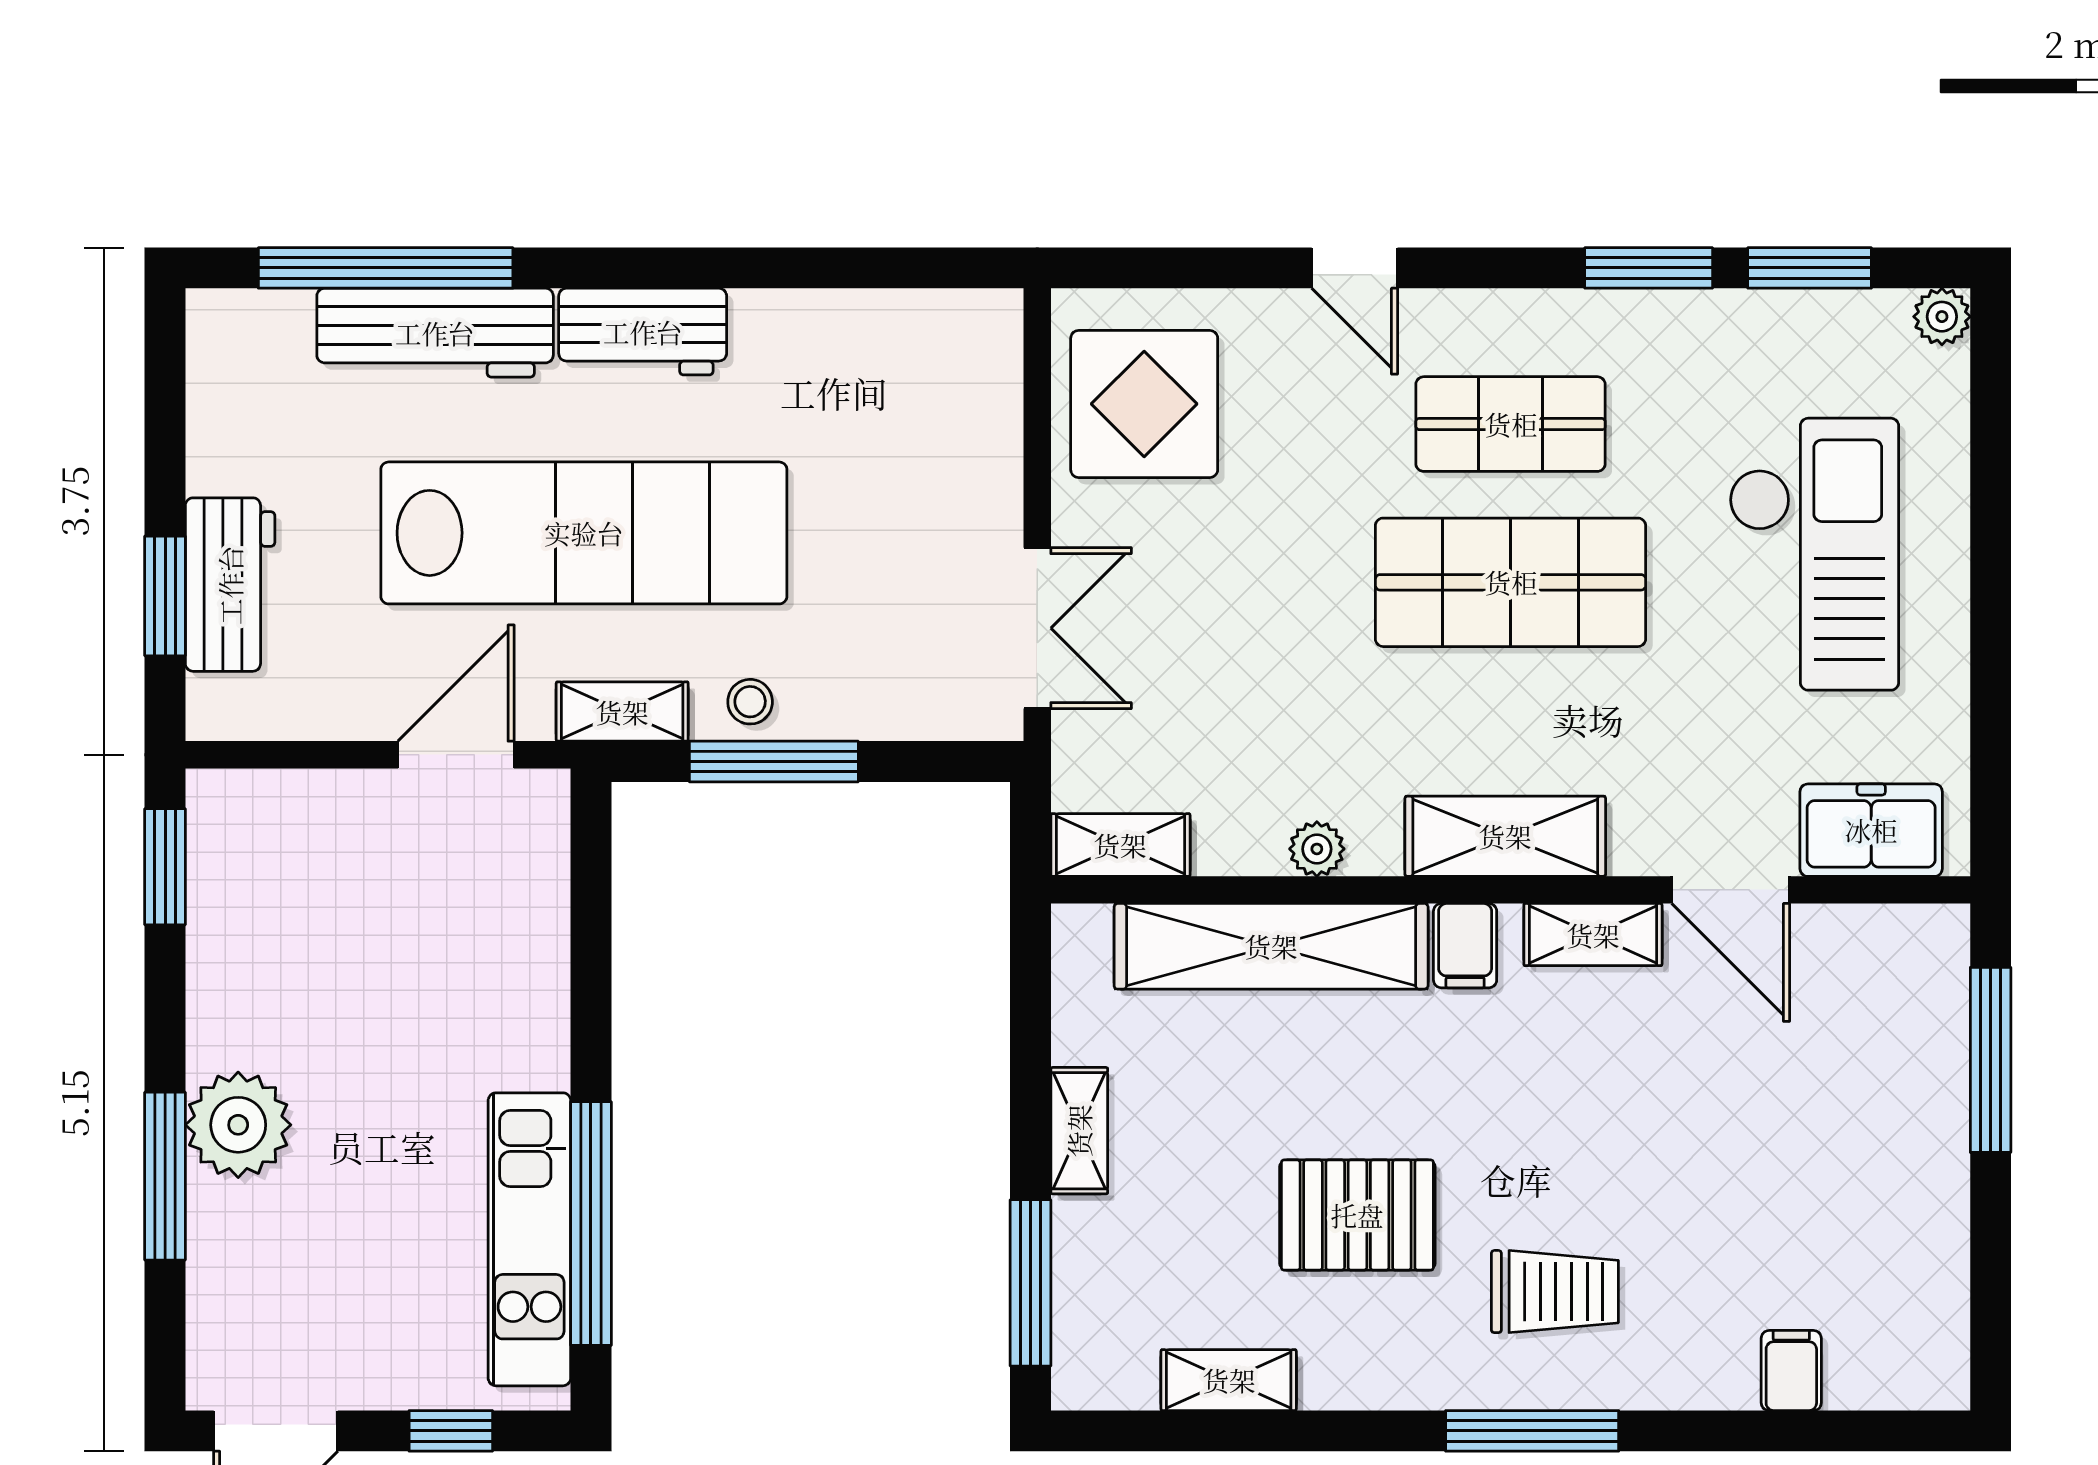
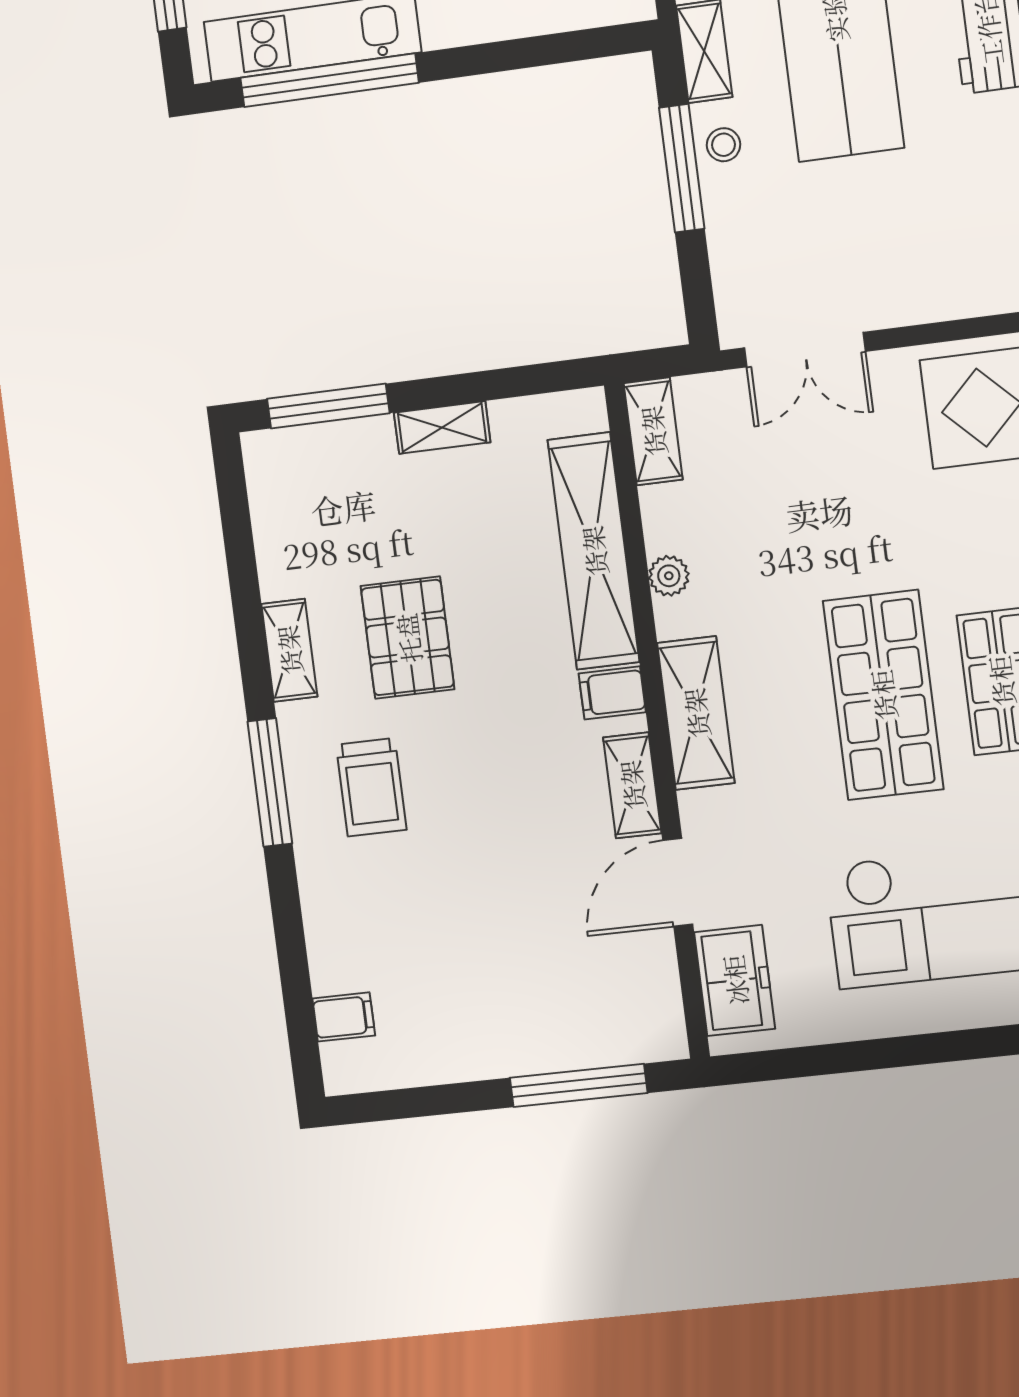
filing cabinet: (1791, 1371) -> (344, 1017), moved
shelving: (1229, 1380) -> (289, 650), moved

